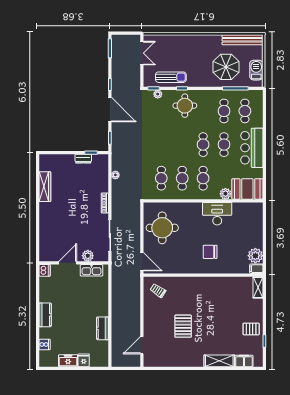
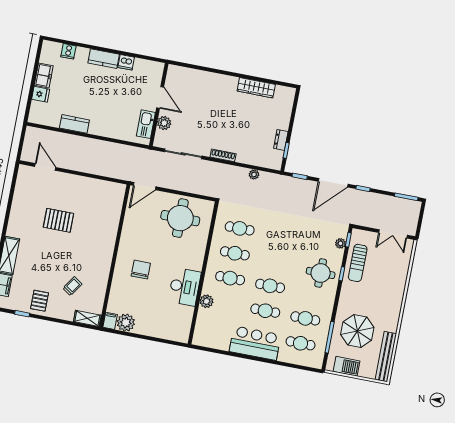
booth: (247, 189) -> (207, 328), removed
dishwasher: (45, 270) -> (126, 62), moved
trolley: (158, 291) -> (72, 286), moved

